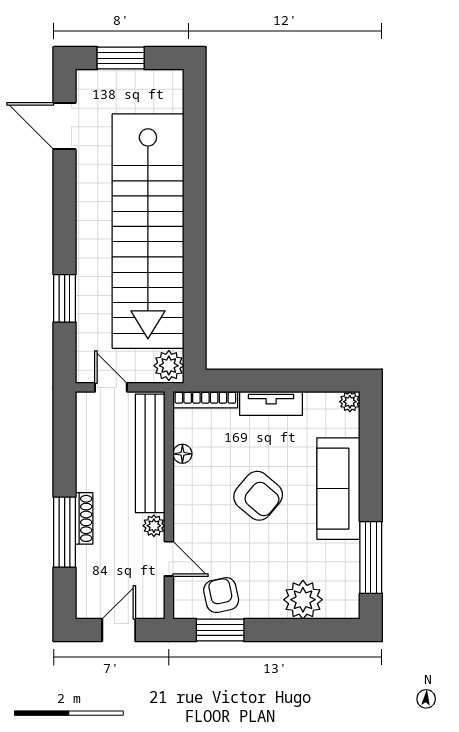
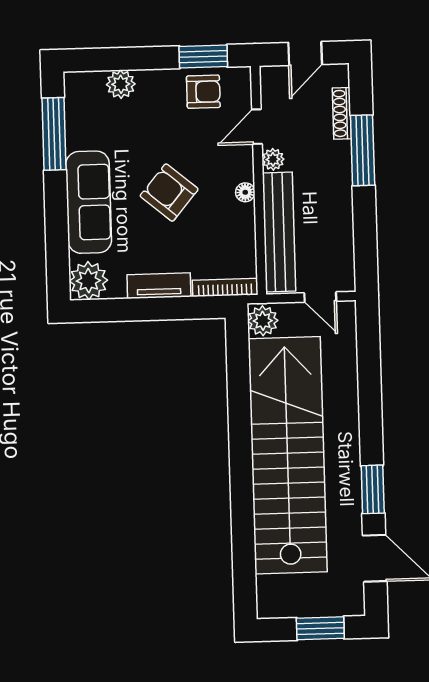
window: (65, 298) -> (373, 489), moved
plant: (350, 402) -> (88, 281), width x1.88, depth x1.88
floor lamp: (182, 454) -> (245, 192), moved
shoe rack: (84, 518) -> (342, 113), moved
door: (169, 559) -> (257, 127), hinge flipped
armchair: (221, 595) -> (203, 92), turned -78
plant: (303, 600) -> (121, 84), width x0.73, depth x0.73

